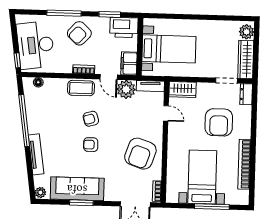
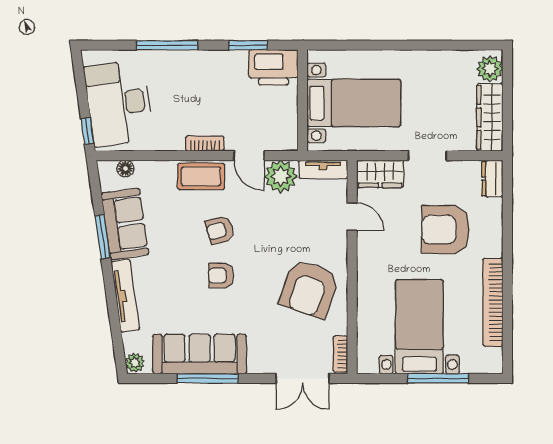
armchair: (79, 33) -> (195, 80), removed
filing cabinet: (129, 63) -> (284, 131), removed
doorway: (226, 81) -> (427, 156), moved
sofa: (37, 114) -> (125, 224), added
window: (24, 121) -> (103, 237), width x0.47
armchair: (219, 122) -> (446, 230), turned 90
window: (81, 203) -> (208, 378), width x1.44

